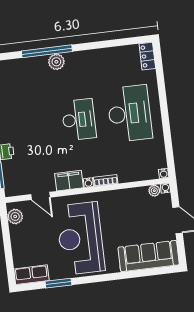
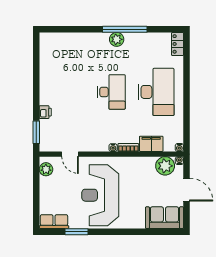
window: (47, 51) -> (125, 29), moved
plant: (56, 62) -> (117, 39), moved
filing cabinet: (69, 181) -> (151, 144), moved
plant: (154, 191) -> (165, 166), width x1.88, depth x1.88
sofa: (149, 256) -> (164, 218), width x0.73

